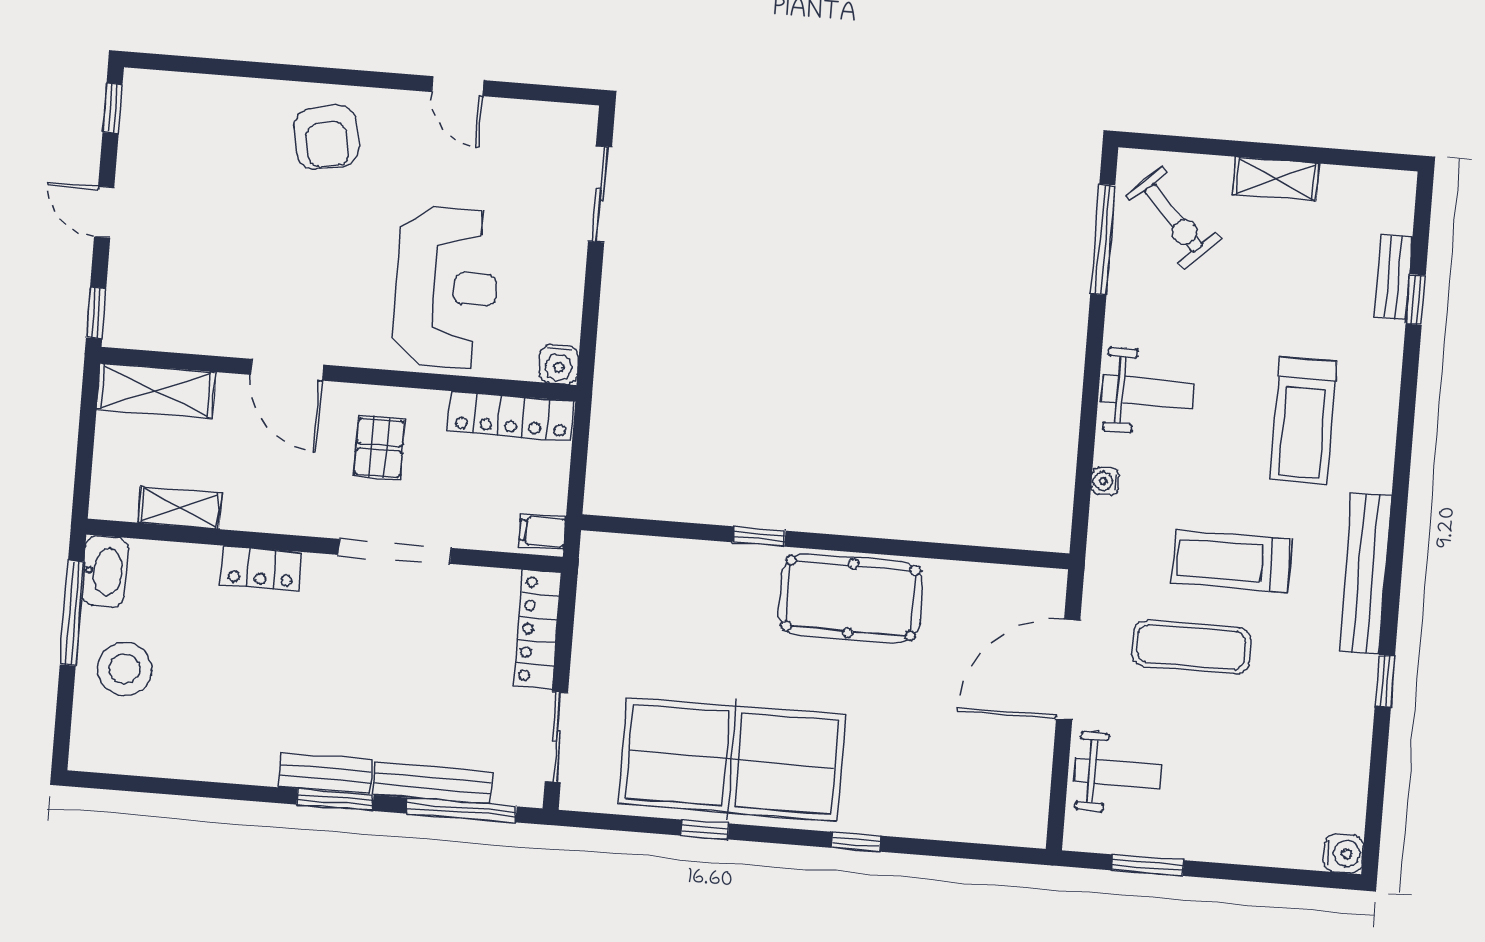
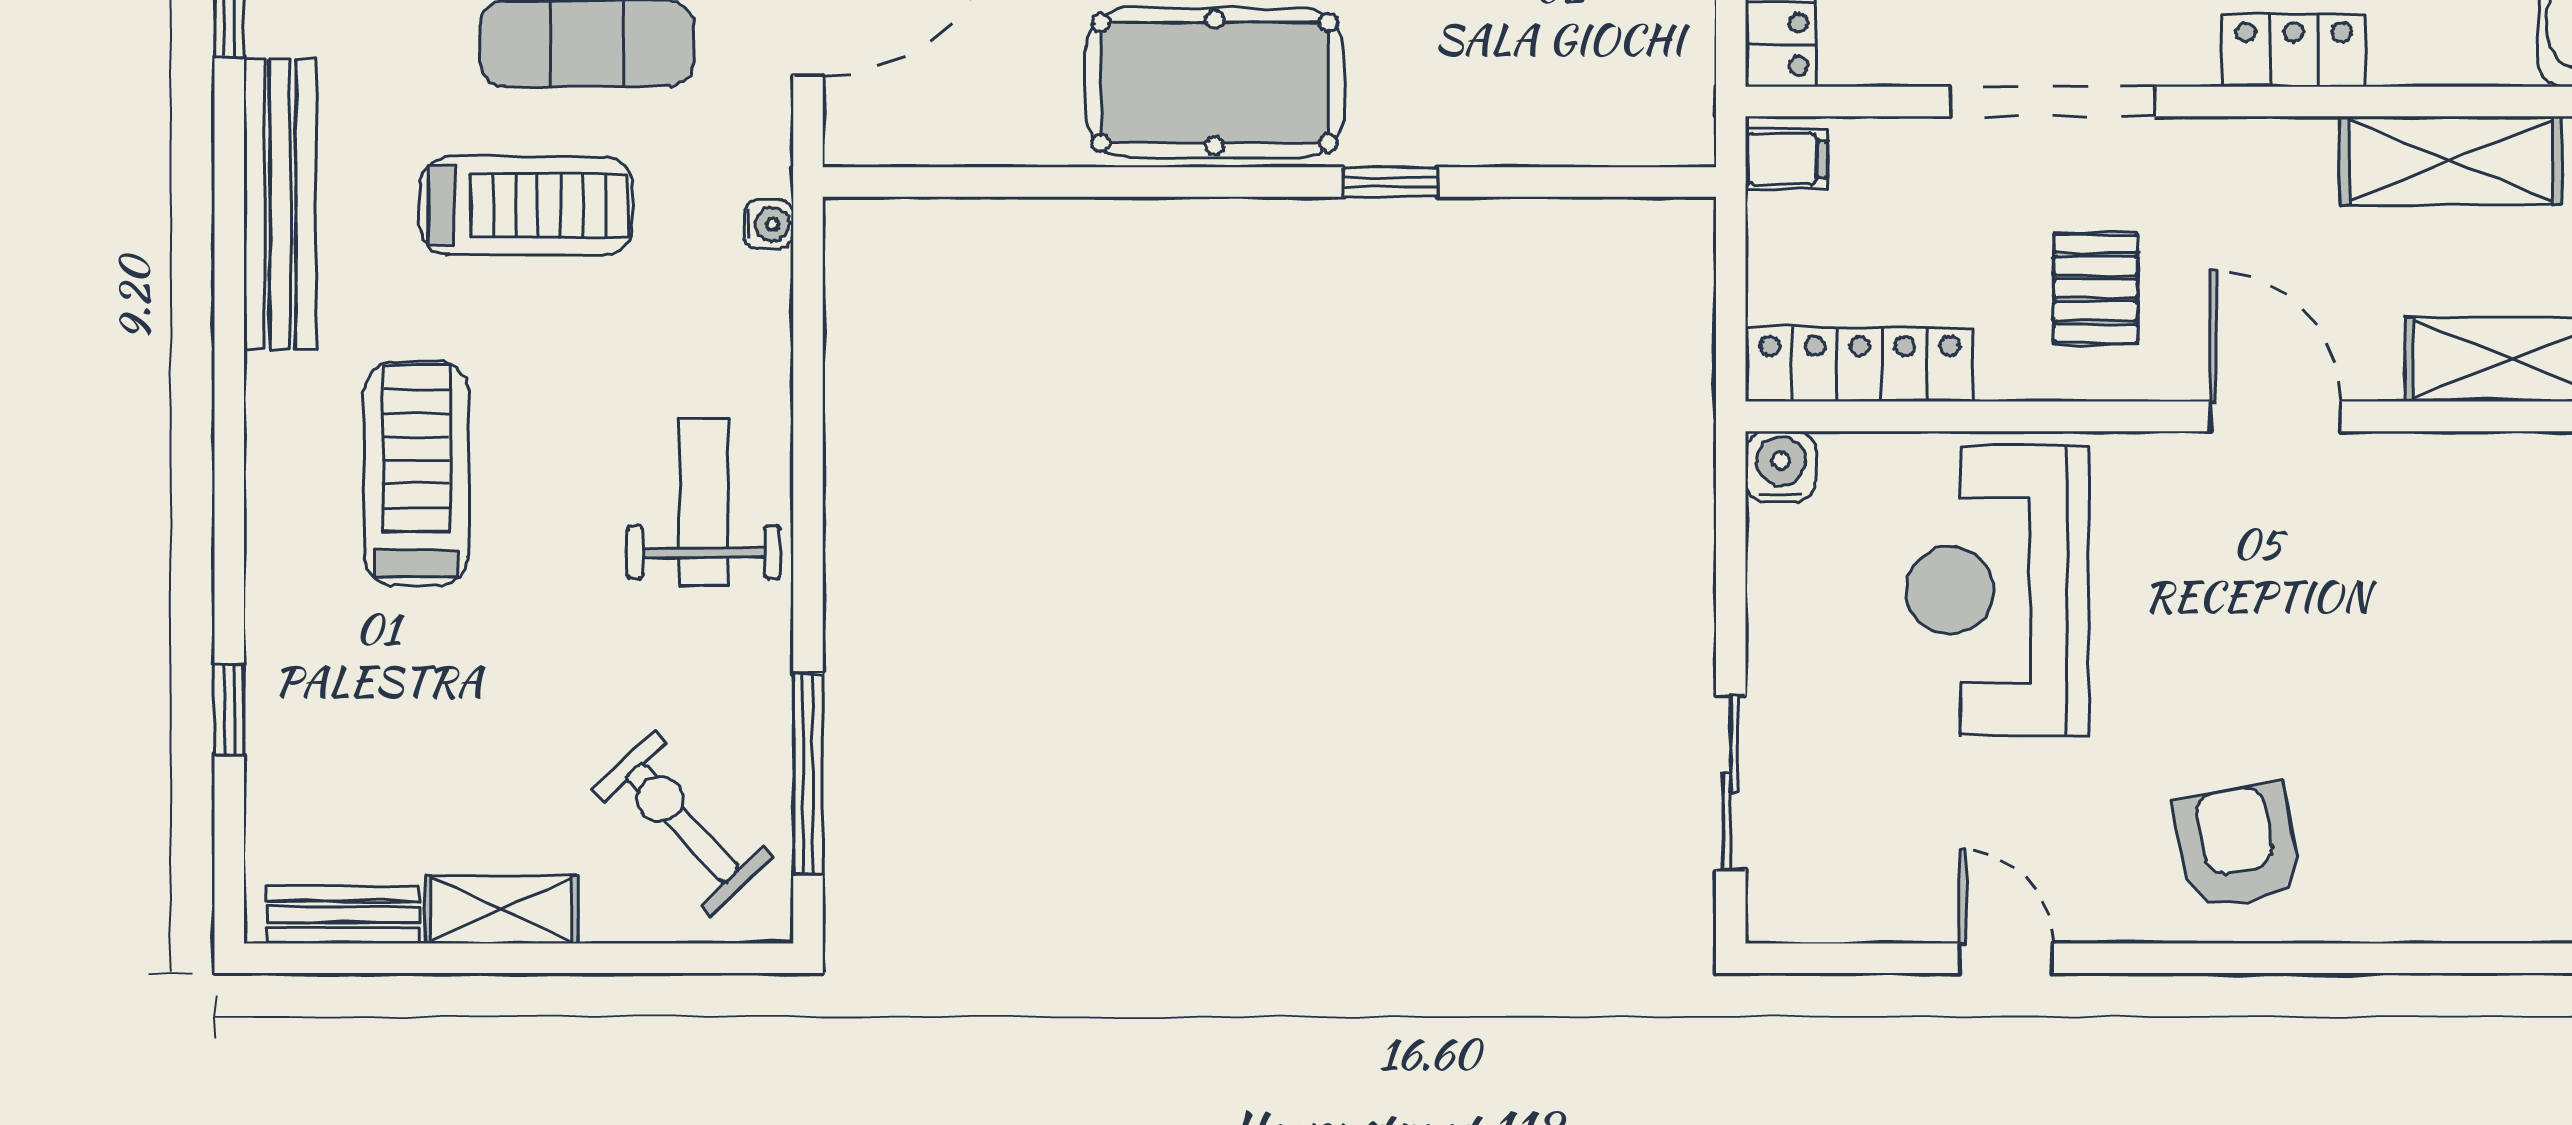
bench: (1393, 277) -> (343, 915), moved, turned 90
weight bench: (1148, 392) -> (704, 502), turned 90
water cooler: (1105, 481) -> (768, 224), moved
shelving: (180, 508) -> (2451, 160), width x1.50, depth x1.33

